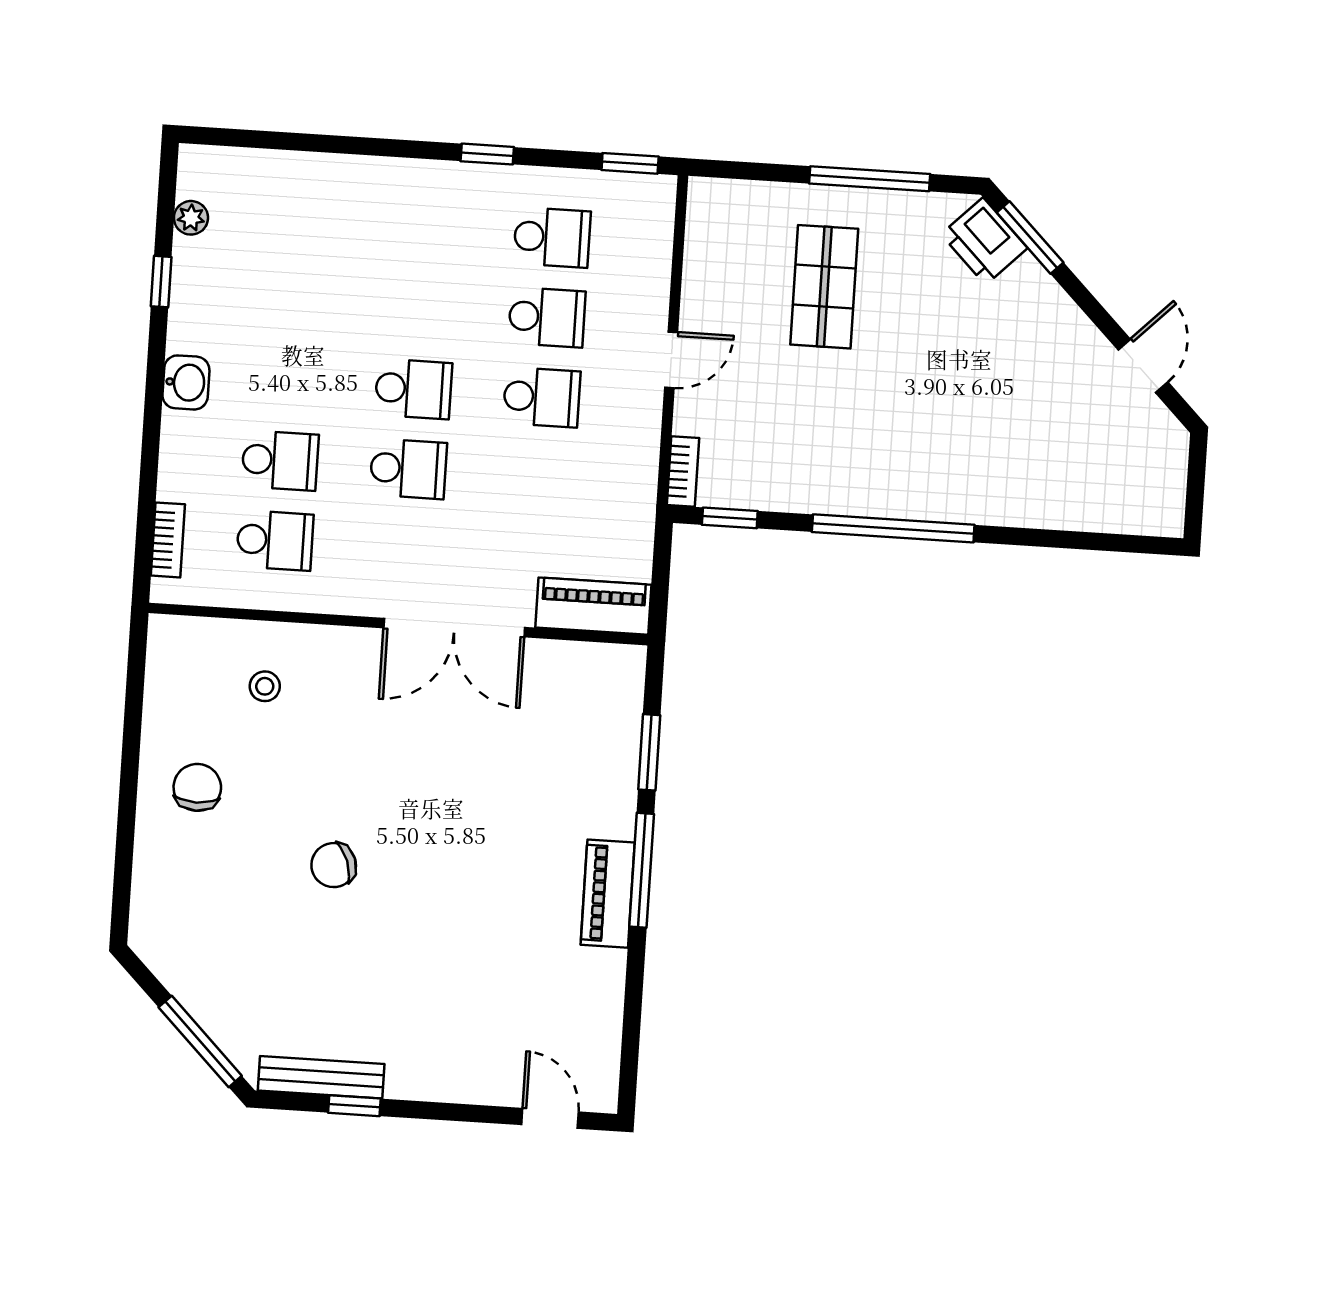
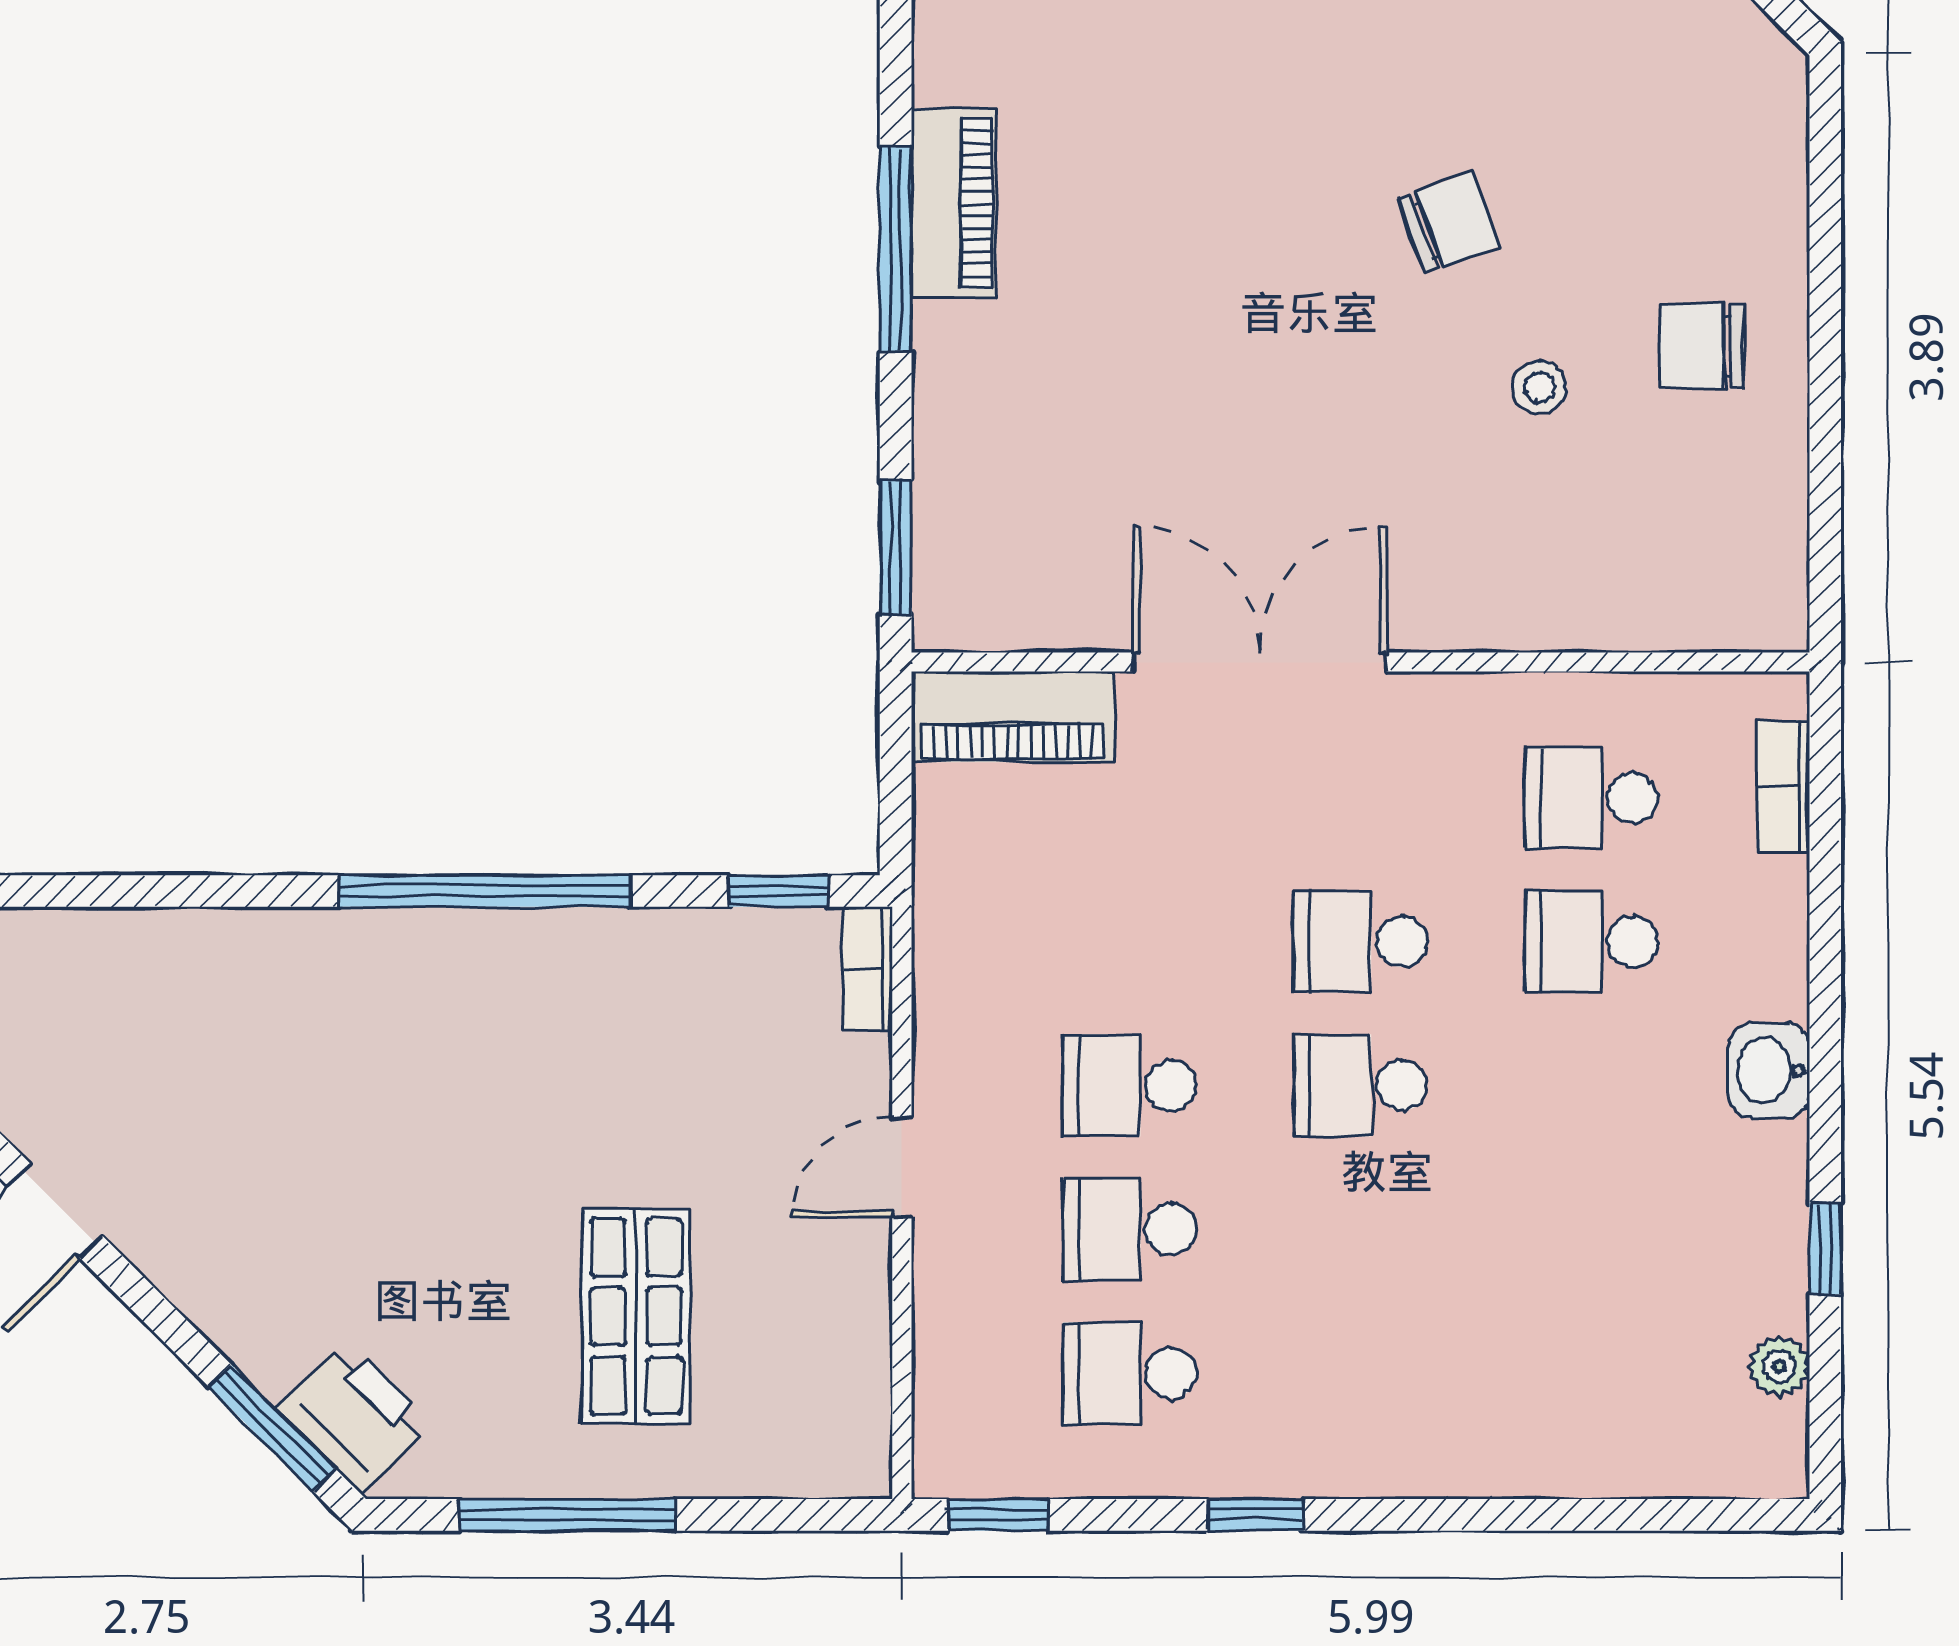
stool: (265, 686) -> (1539, 387), moved
window: (649, 752) -> (896, 548), moved
chair: (197, 787) -> (1702, 346), turned 90

